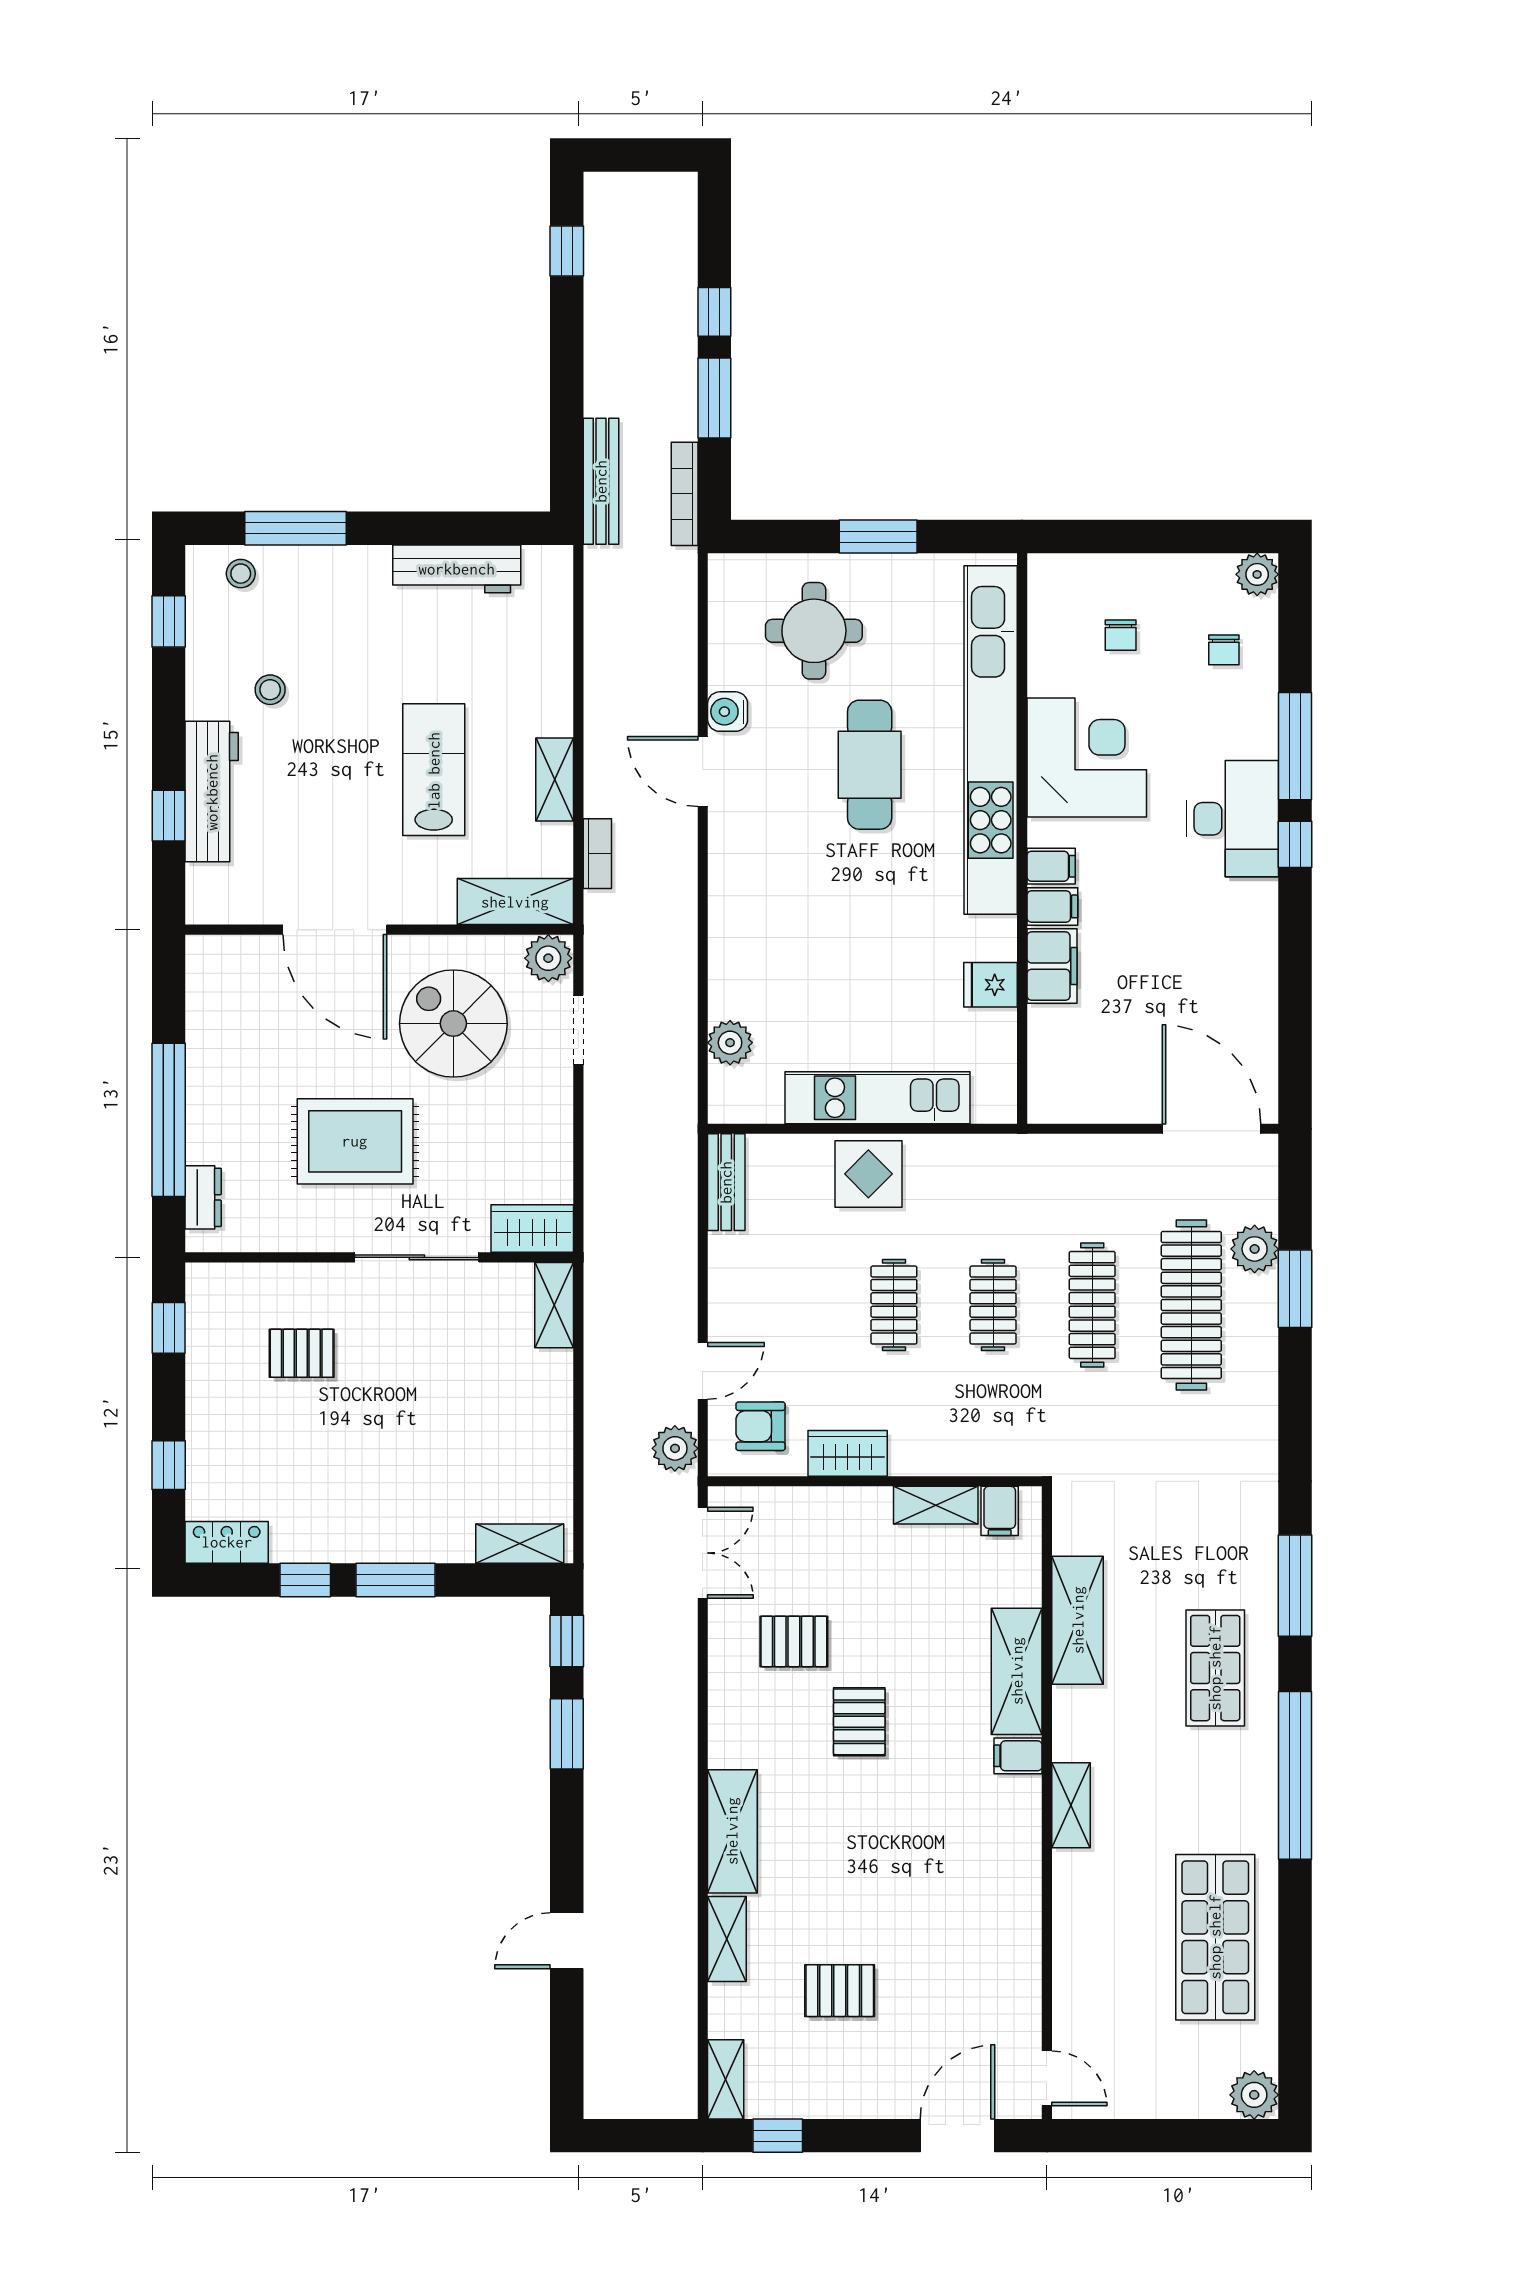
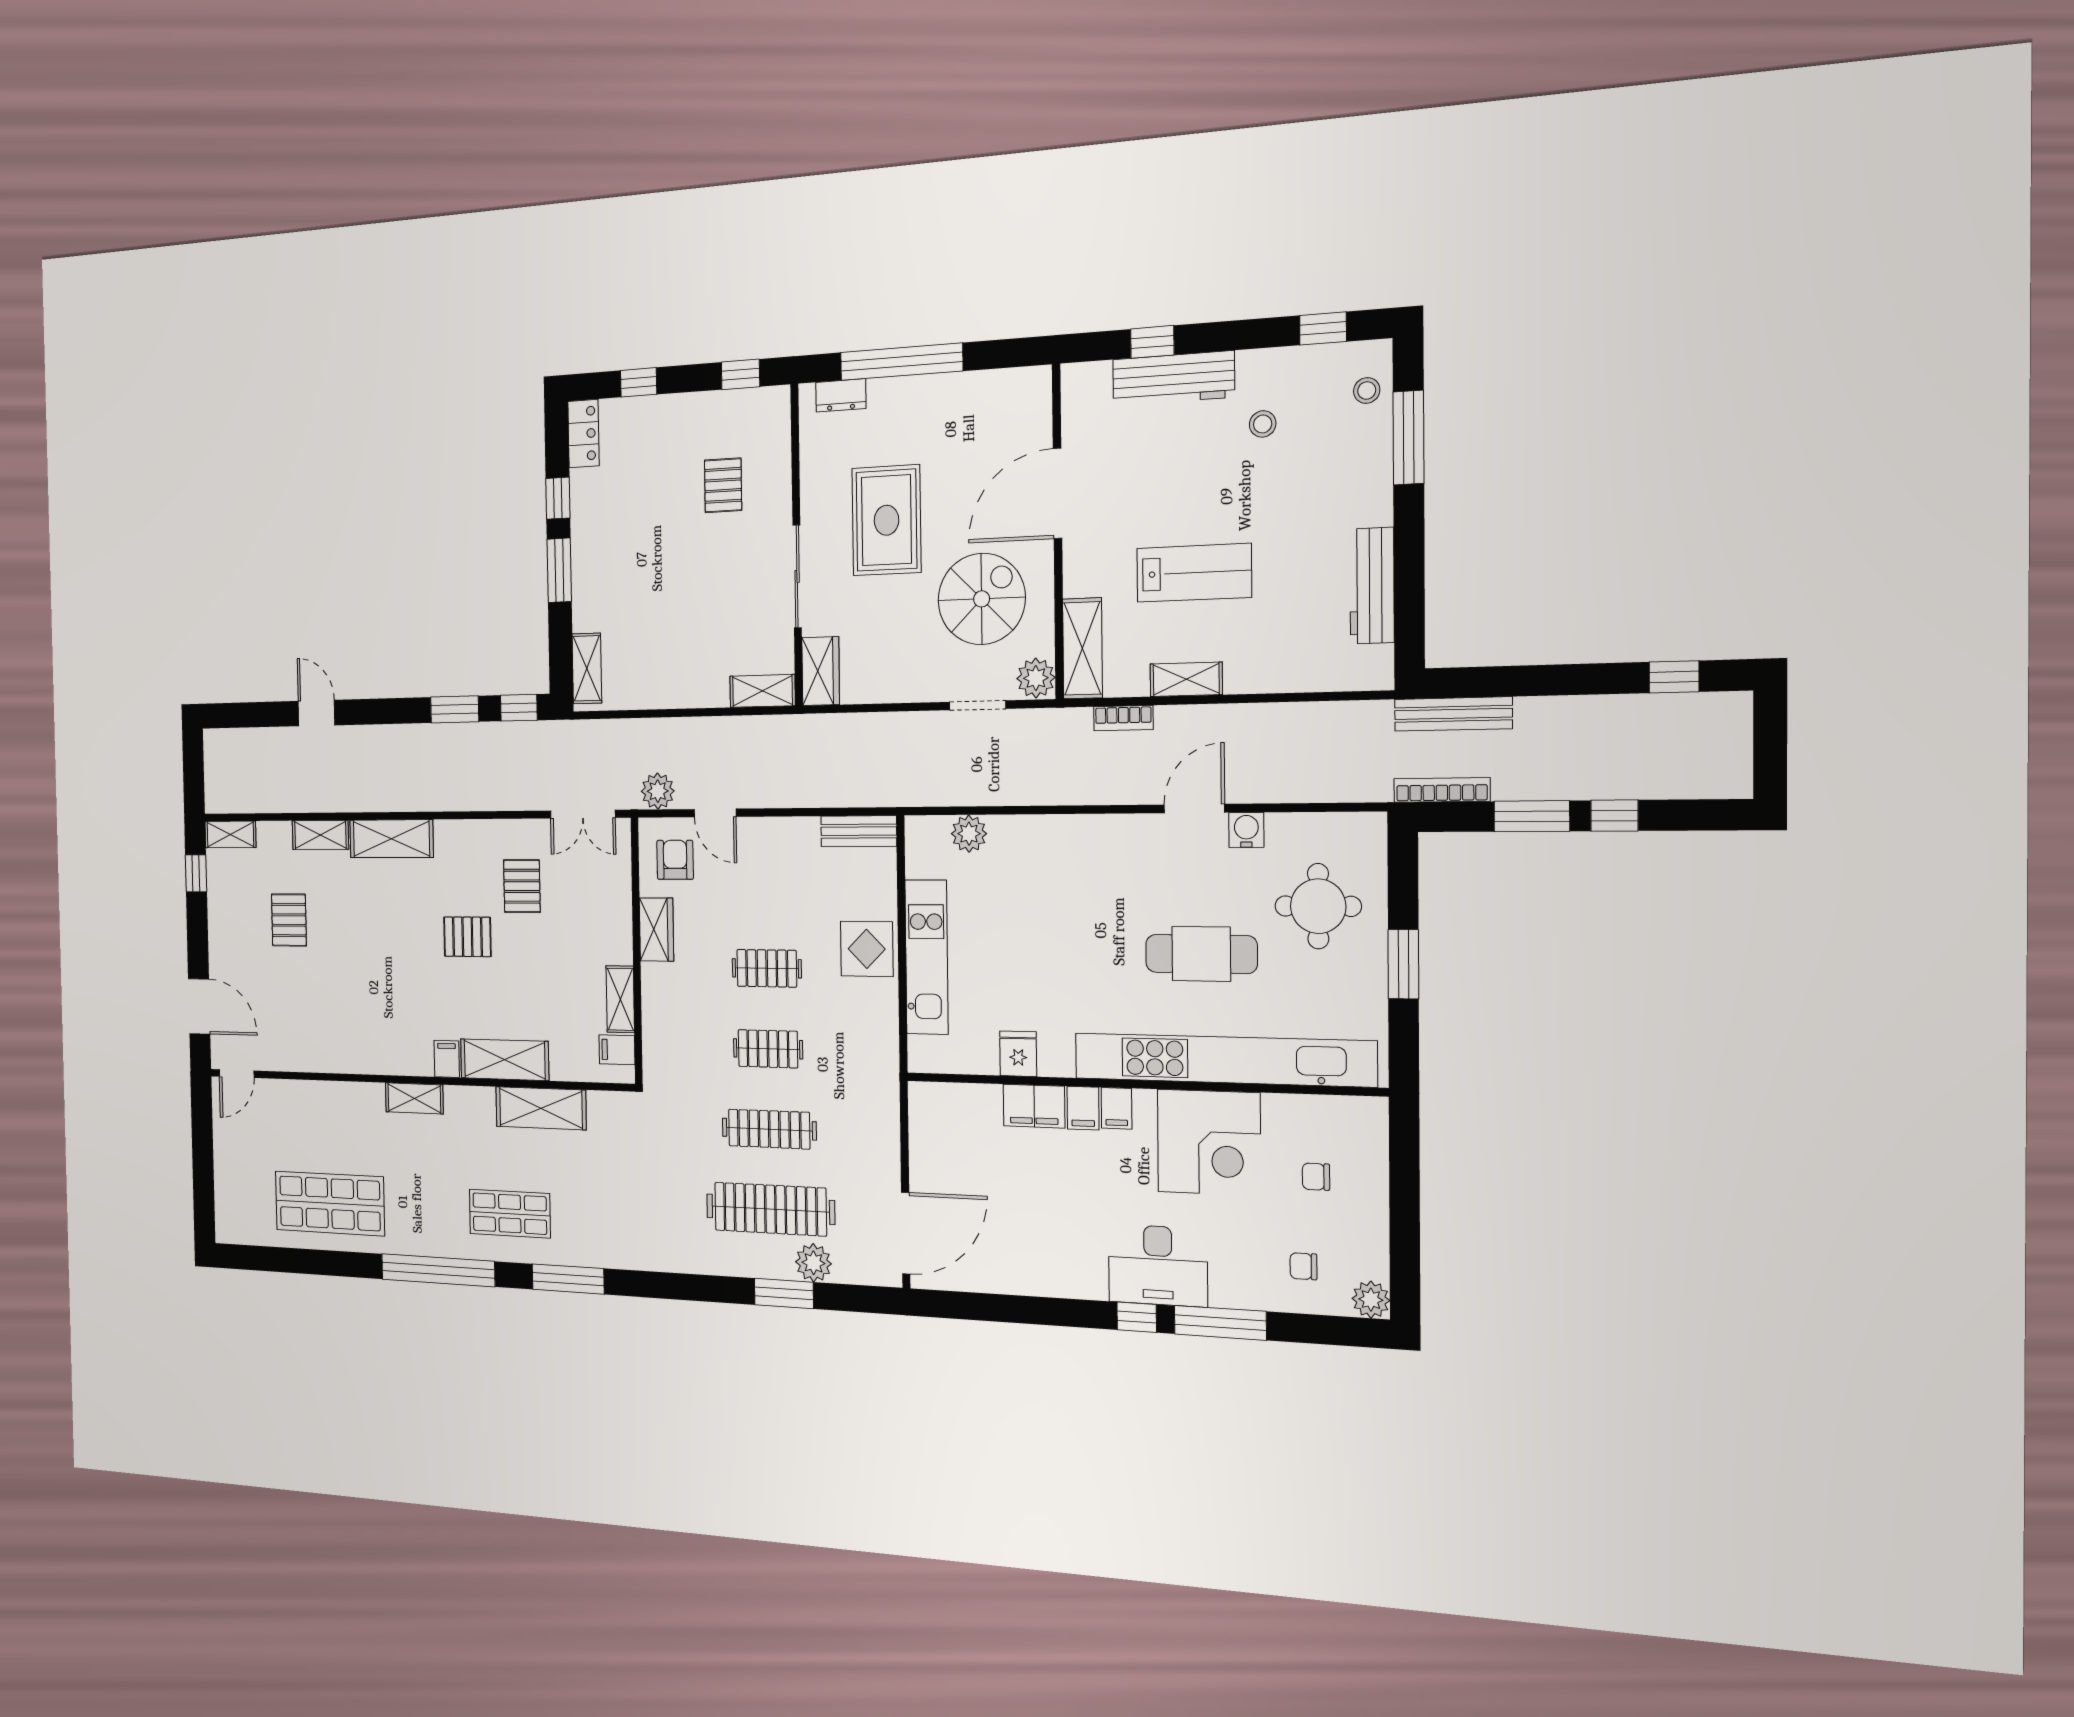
plant: (1254, 2095) -> (230, 1226), removed

